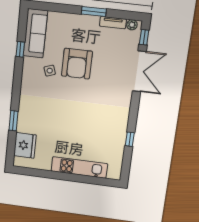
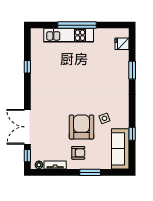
window: (94, 12) -> (90, 172), moved
armchair: (84, 34) -> (78, 153), added
fridge: (25, 145) -> (122, 44), width x0.53, depth x0.75
window: (69, 177) -> (77, 25), added

